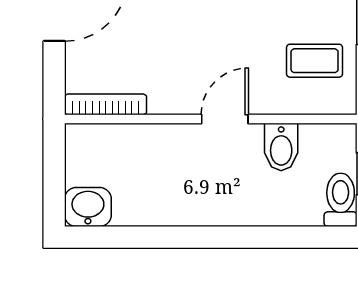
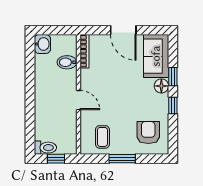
bidet: (281, 147) -> (67, 62), moved

